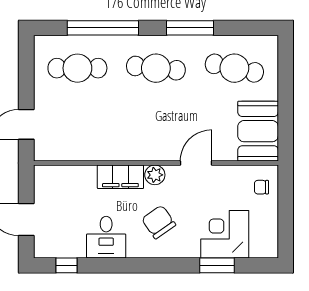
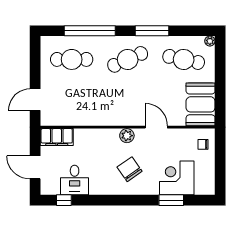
plant: (271, 42) -> (210, 41), added
cafe table: (156, 68) -> (128, 59), turned -30
door: (196, 163) -> (156, 127), hinge flipped
filing cabinet: (120, 177) -> (57, 137), moved
desk: (106, 237) -> (75, 180), moved

